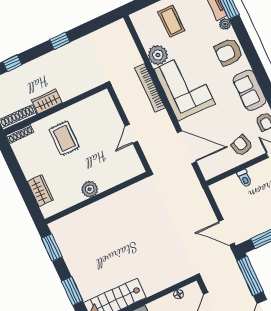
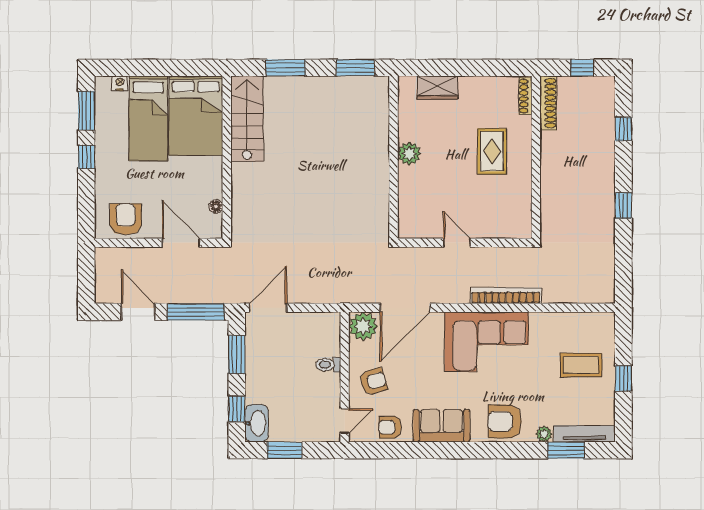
armchair: (229, 52) -> (505, 422), turned -90
plant: (158, 55) -> (363, 326), moved
wardrobe: (47, 102) -> (551, 151), removed
rug: (64, 138) -> (492, 151), turned 90

